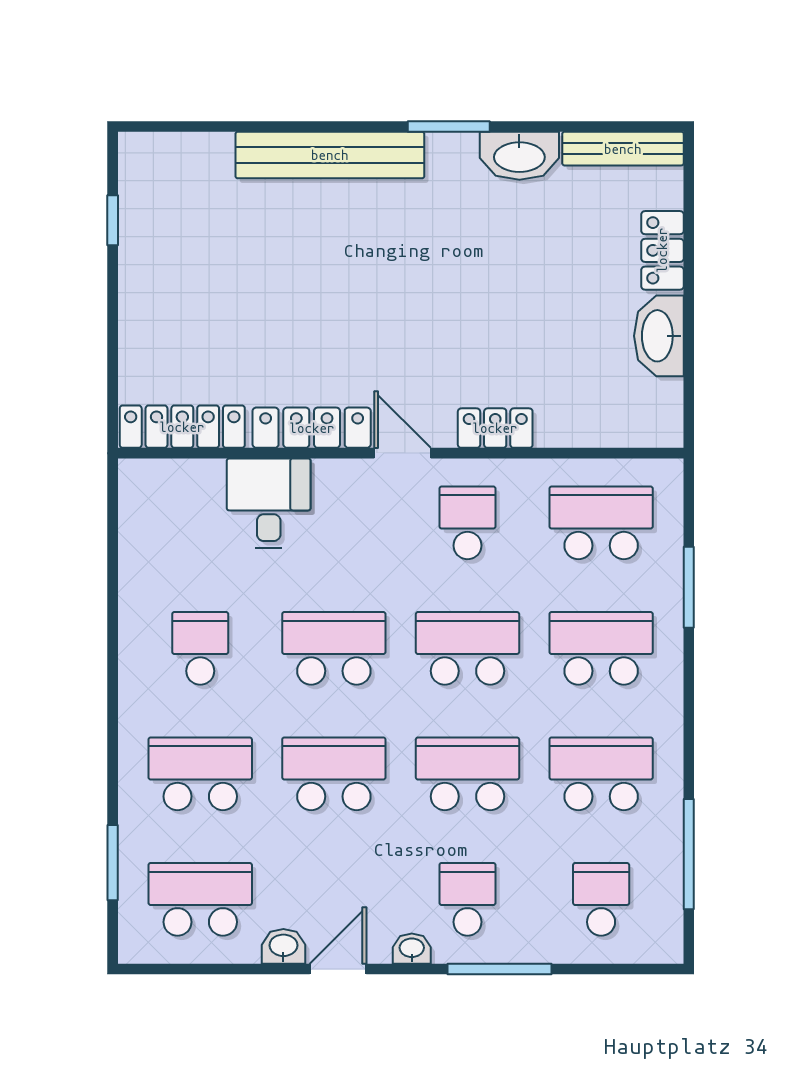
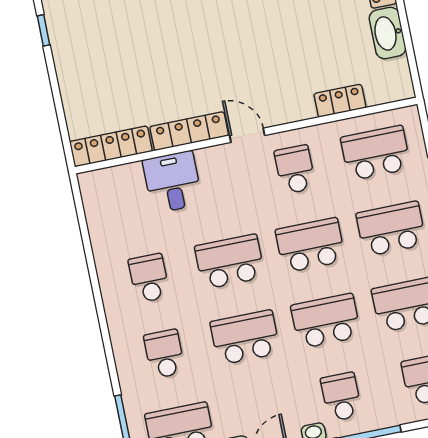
locker: (495, 428) -> (340, 101), moved
school desk: (200, 774) -> (164, 354), width x0.54

